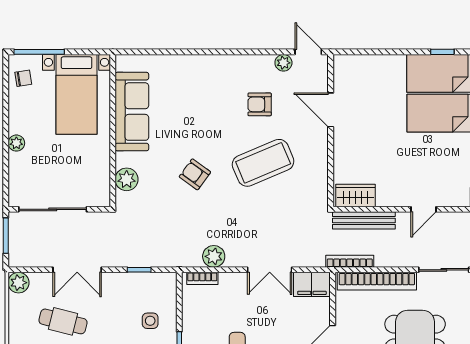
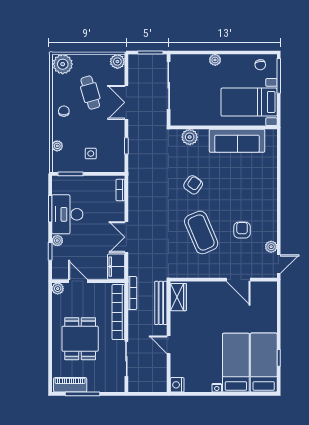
door: (331, 110) -> (238, 280), swing flipped
plant: (214, 256) -> (136, 198), removed
cafe table: (63, 321) -> (90, 93), turned -30

